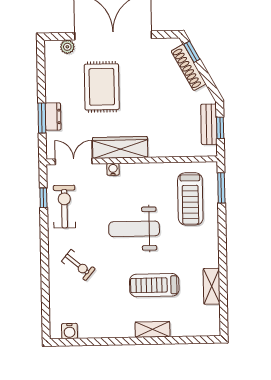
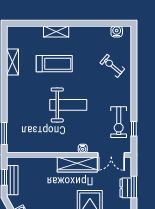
treadmill: (190, 199) -> (27, 126), removed
exercise bike: (78, 265) -> (112, 66), moved

